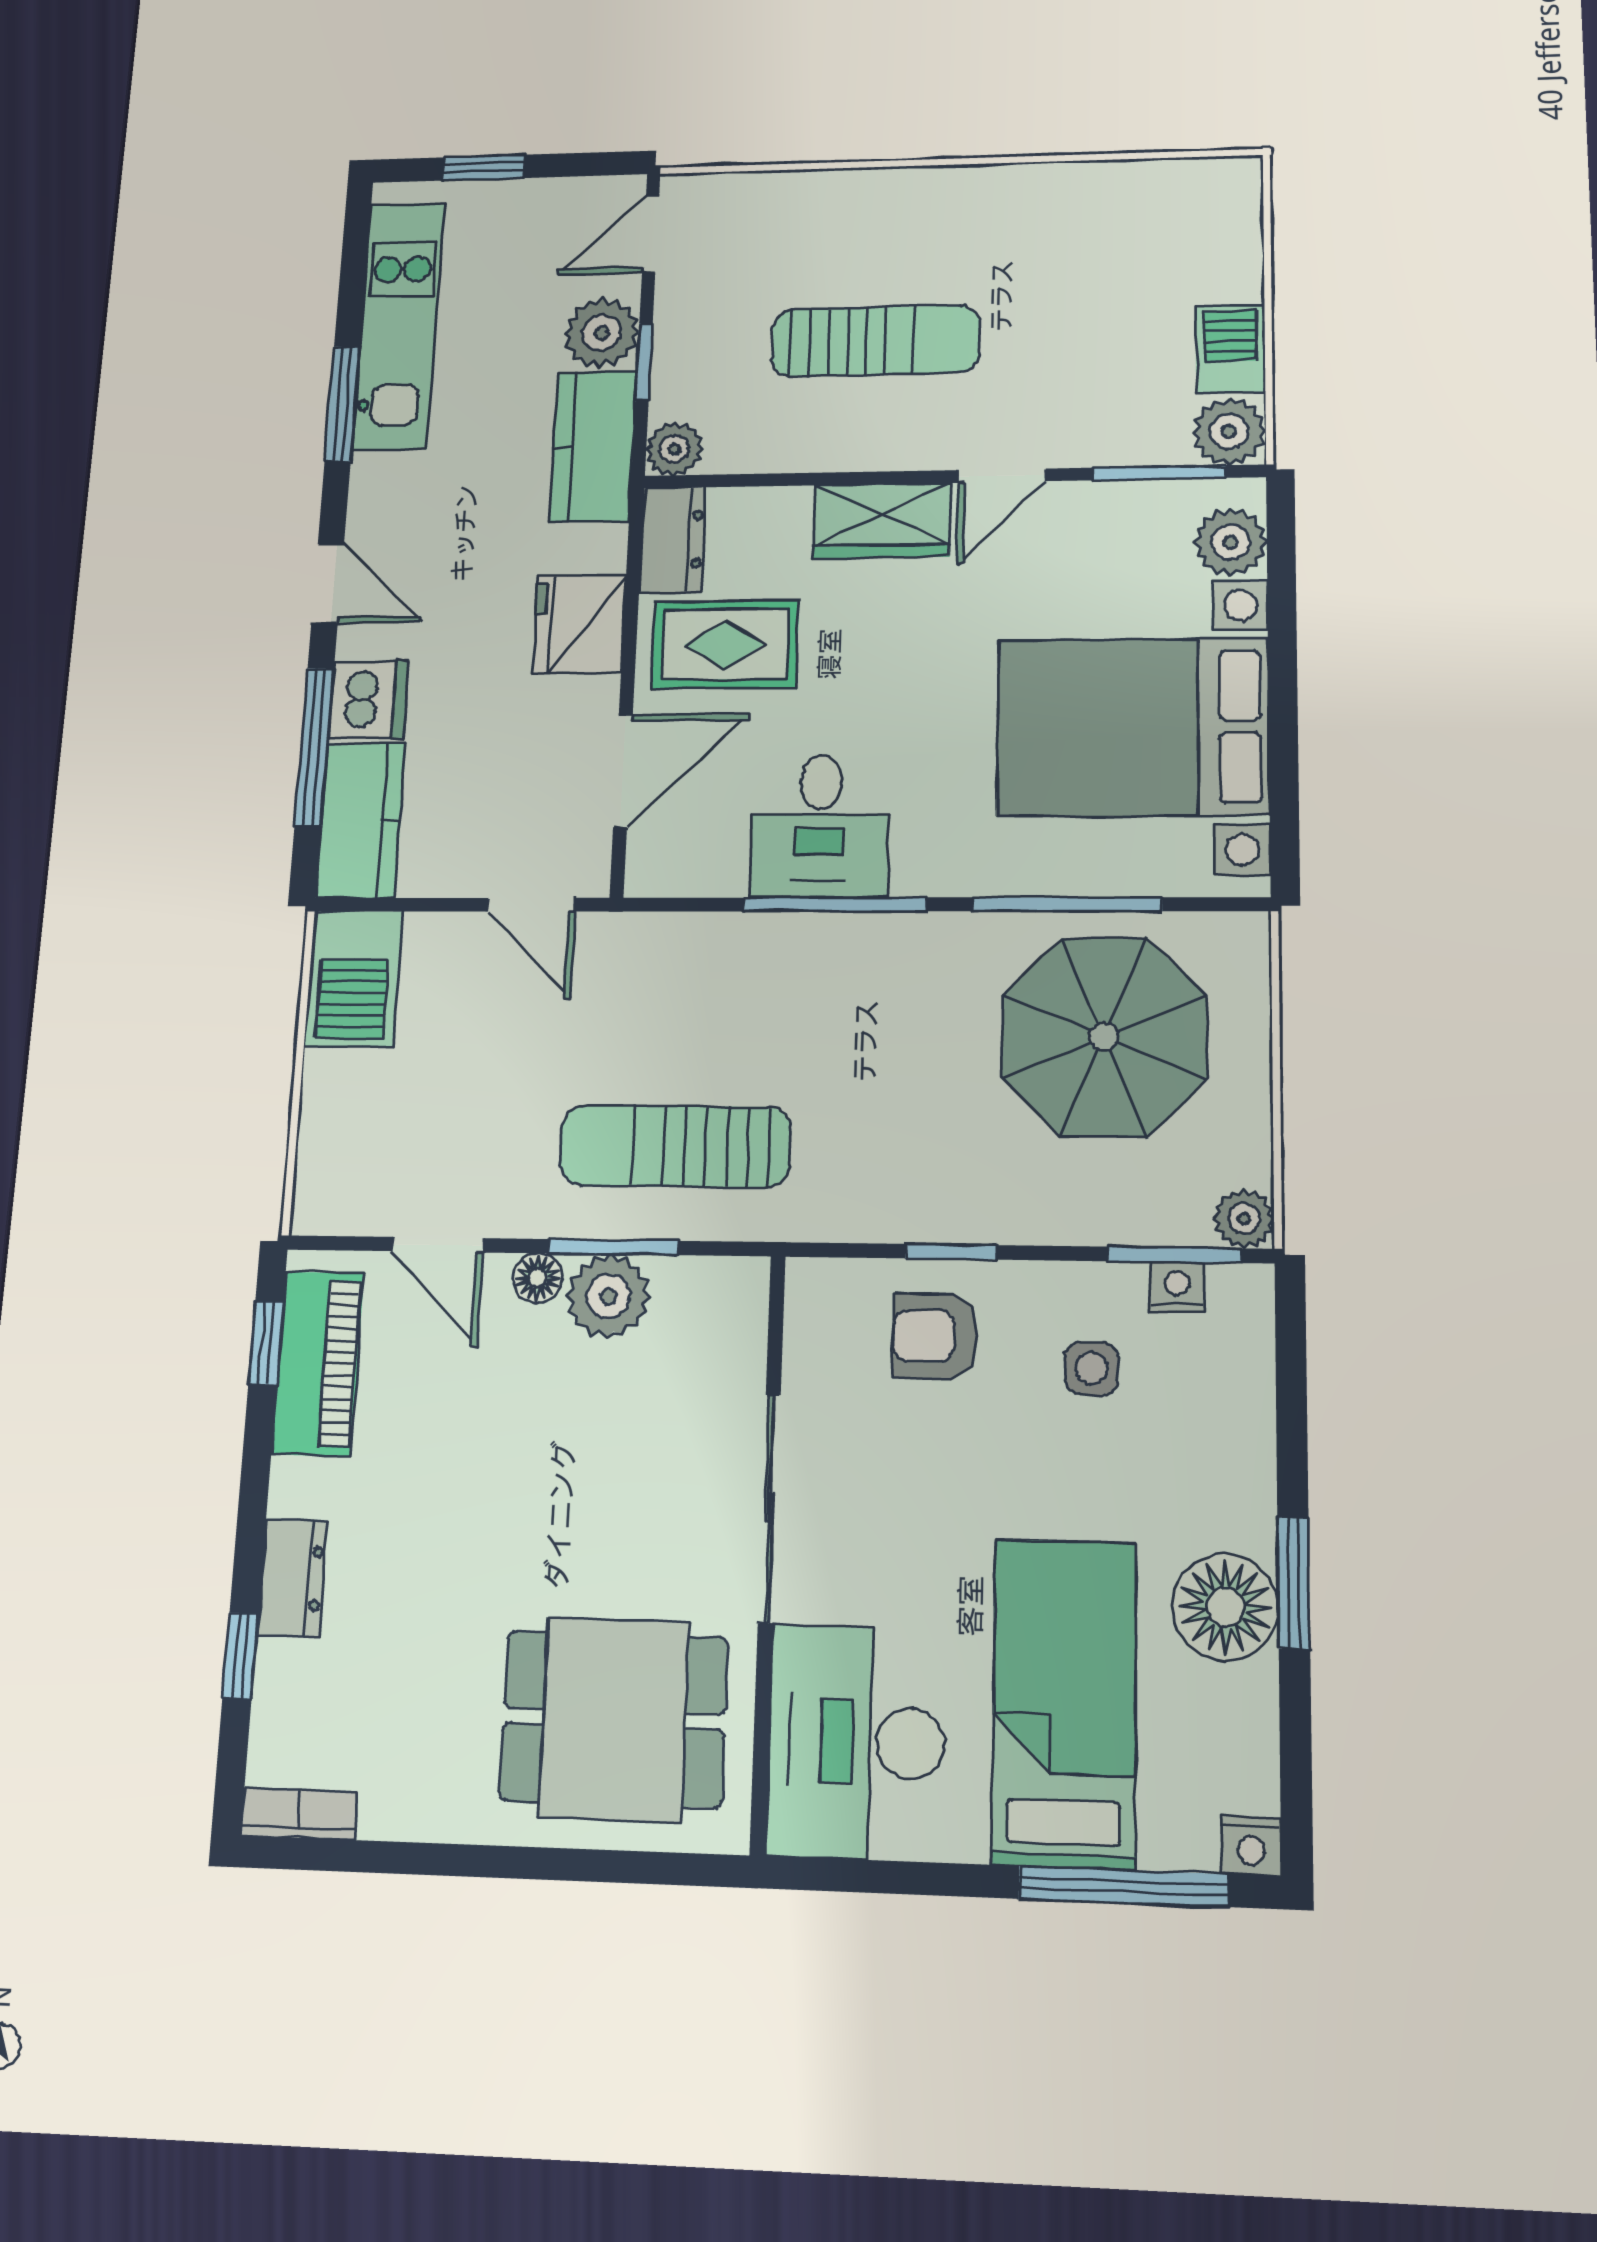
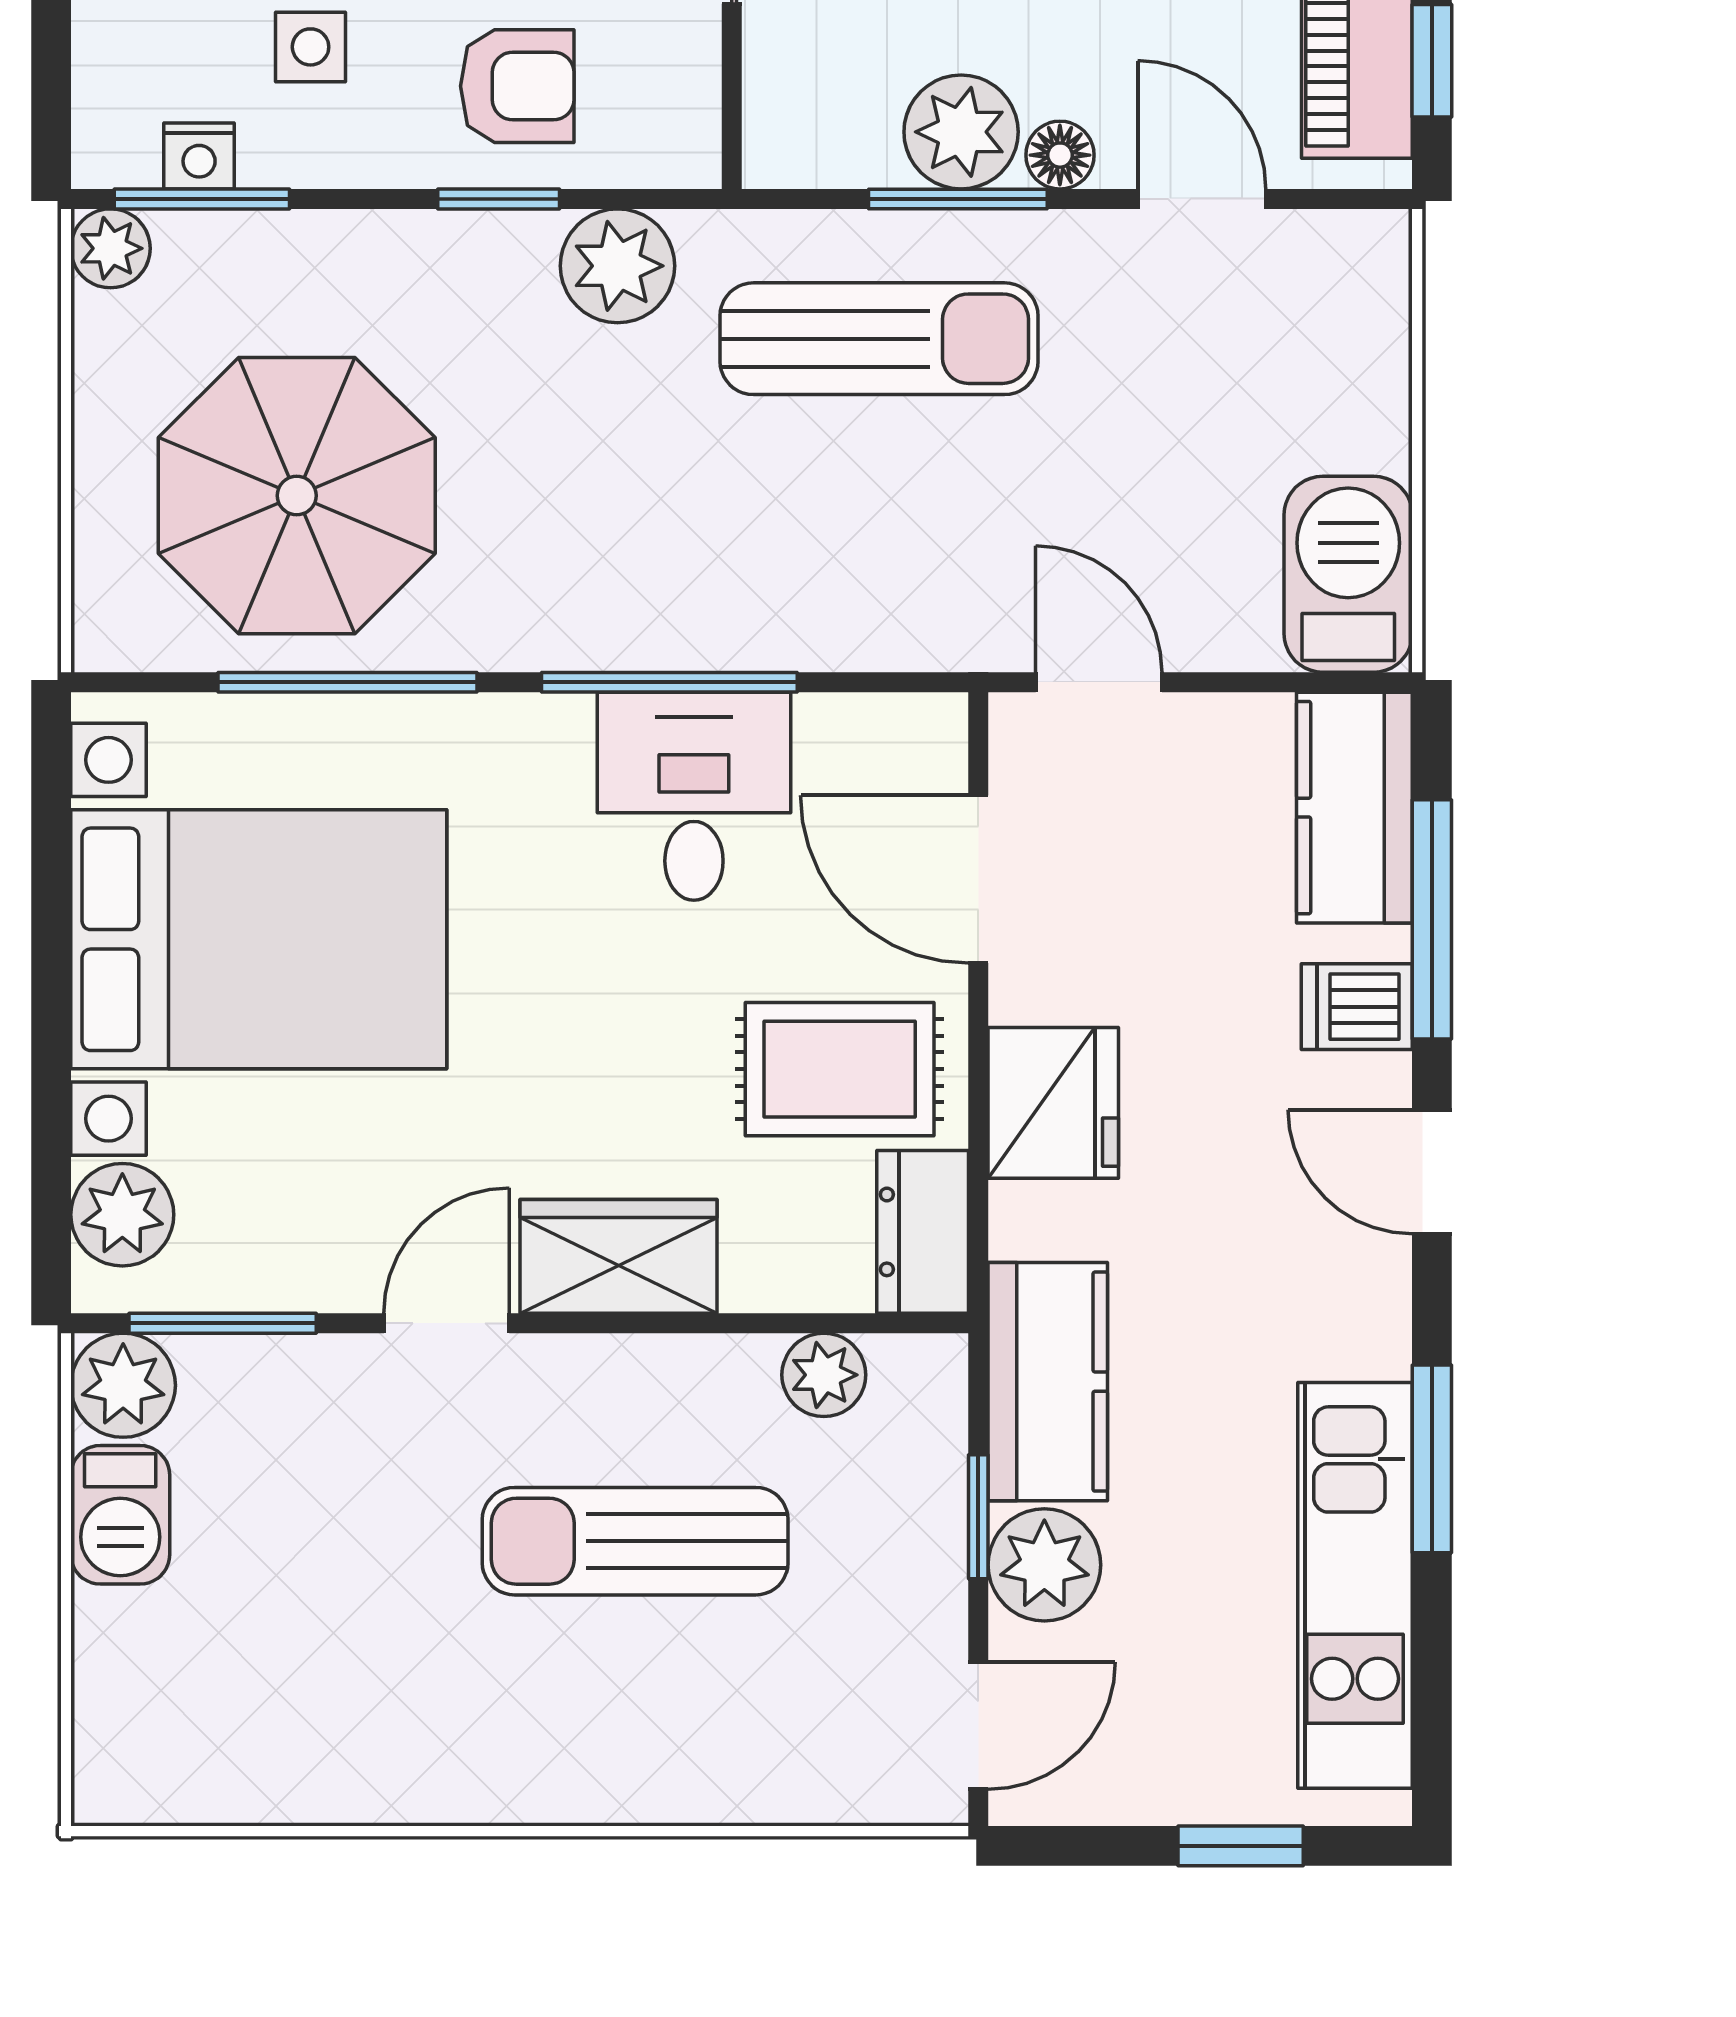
plant: (674, 449) -> (824, 1375), moved
dishwasher: (369, 700) -> (1357, 1007), width x0.73
door: (623, 771) -> (978, 879), hinge flipped
plant: (864, 1201) -> (617, 266), added

